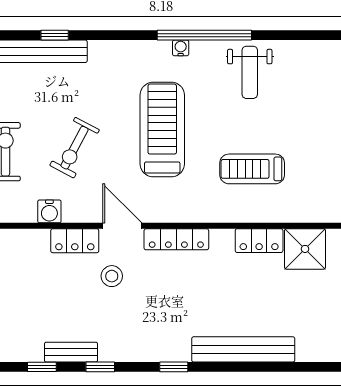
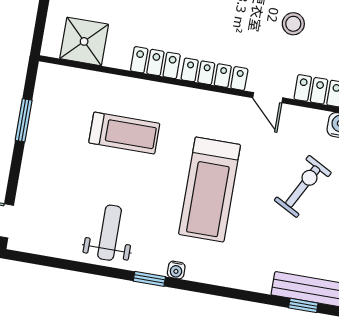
window: (204, 35) -> (149, 279), width x0.32
door: (122, 226) -> (268, 98), width x0.73
locker: (259, 241) -> (155, 63), moved
stool: (112, 276) -> (293, 24), moved

